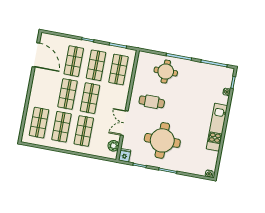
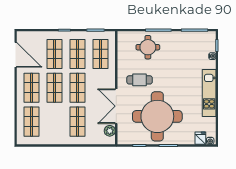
double door: (124, 123) -> (116, 106), width x1.37
shop shelf: (61, 127) -> (31, 88), moved
round table: (162, 140) -> (157, 116), width x1.36, depth x1.36
fridge: (125, 155) -> (200, 138), moved

